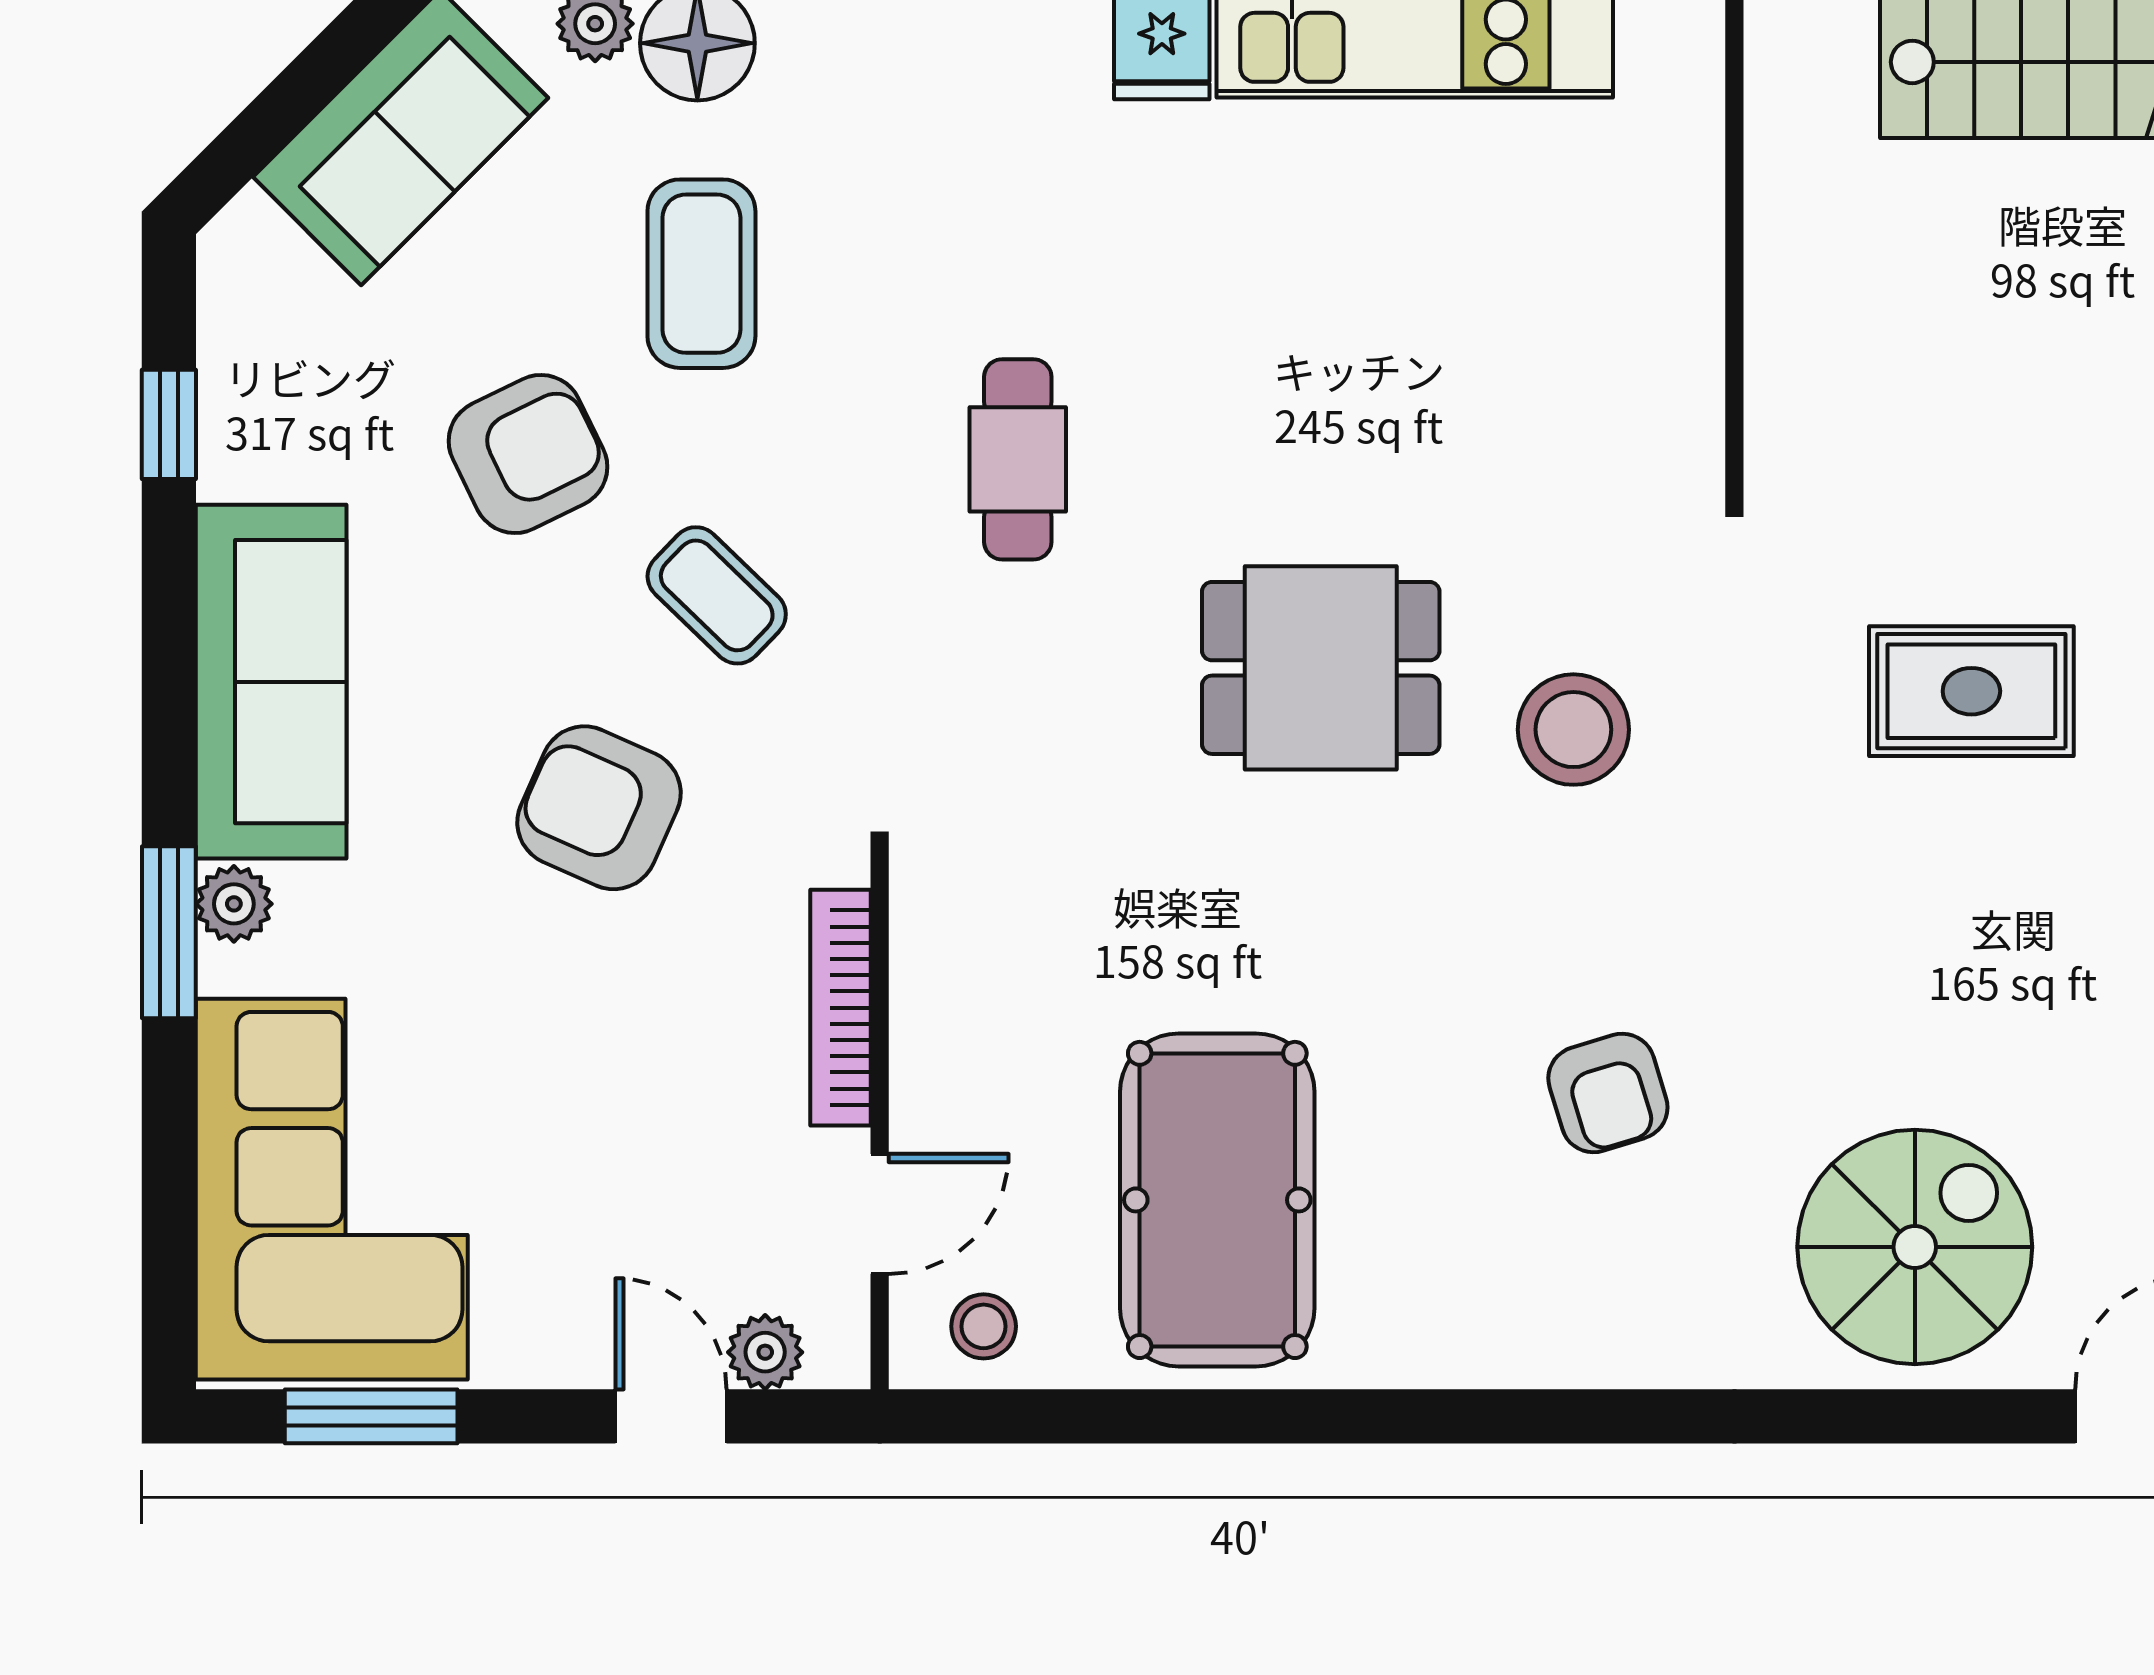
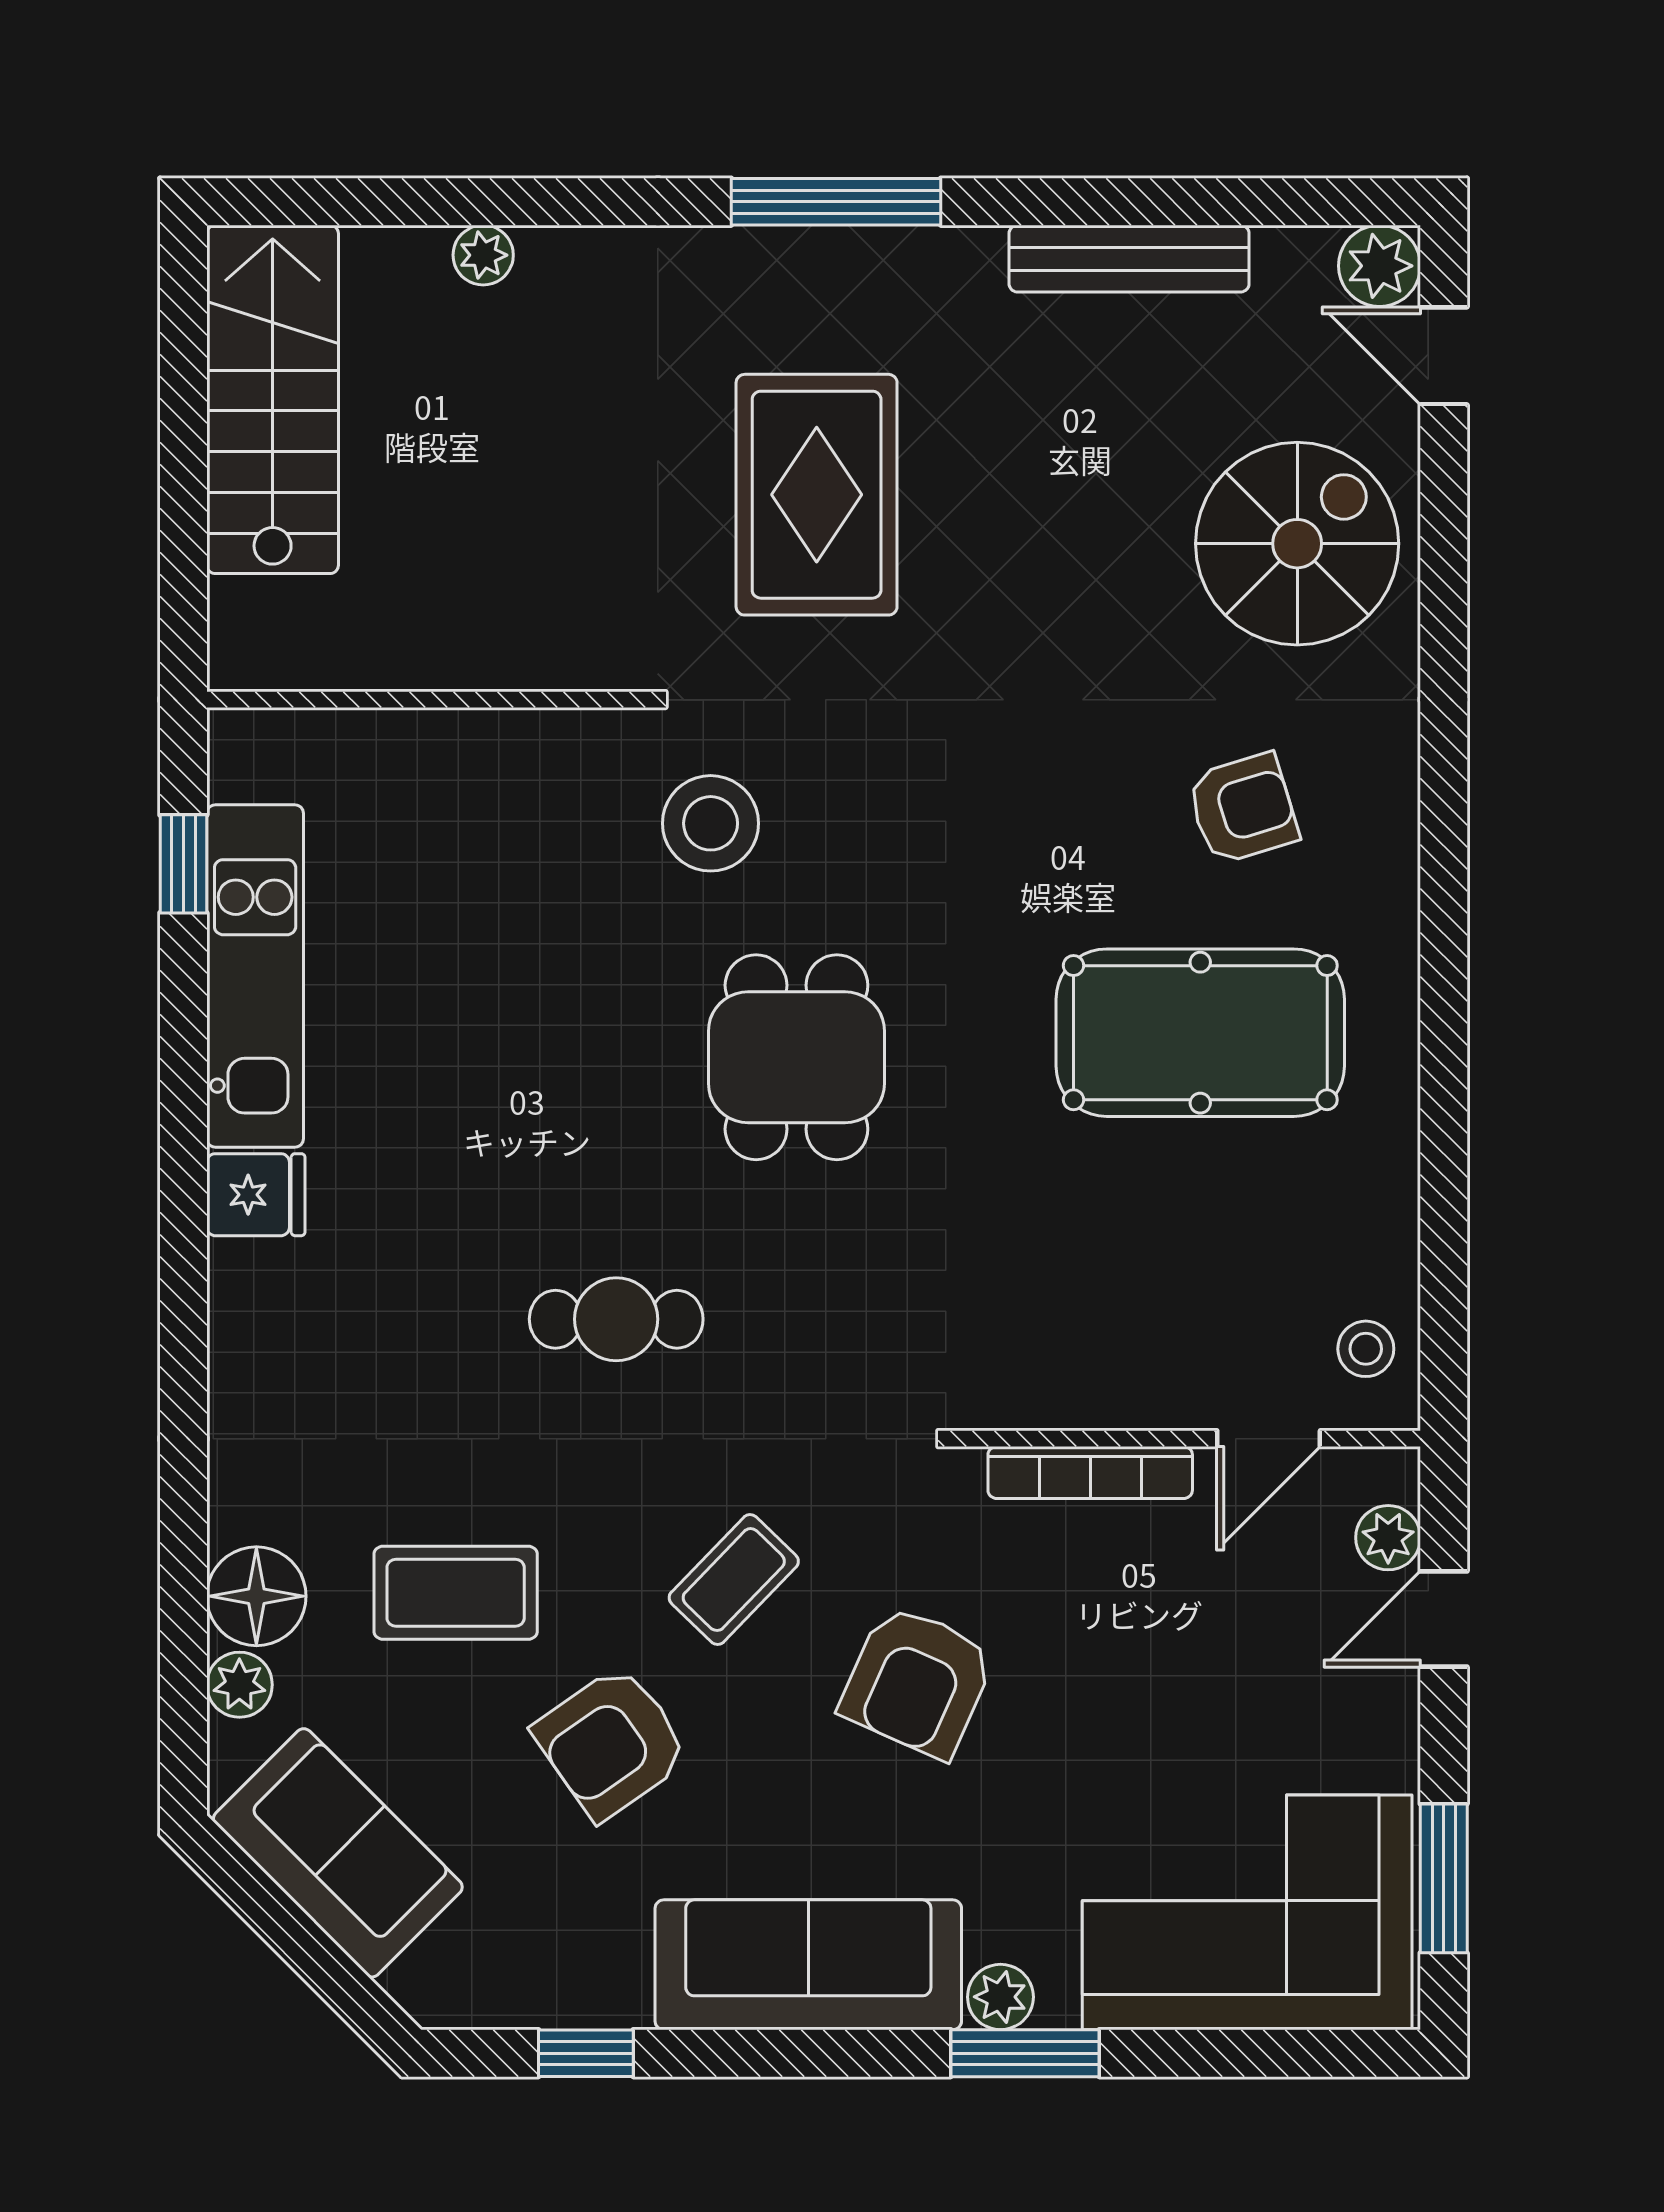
armchair: (528, 454) -> (611, 1743), turned -99
rug: (1971, 691) -> (817, 495), width x1.36, depth x1.43
stool: (1573, 730) -> (711, 823), moved
armchair: (1608, 1093) -> (1243, 809), moved
pool table: (1217, 1200) -> (1200, 1033), moved
door: (880, 1214) -> (1269, 1439), swing flipped
spiral stairs: (1915, 1247) -> (1297, 544), turned 90

